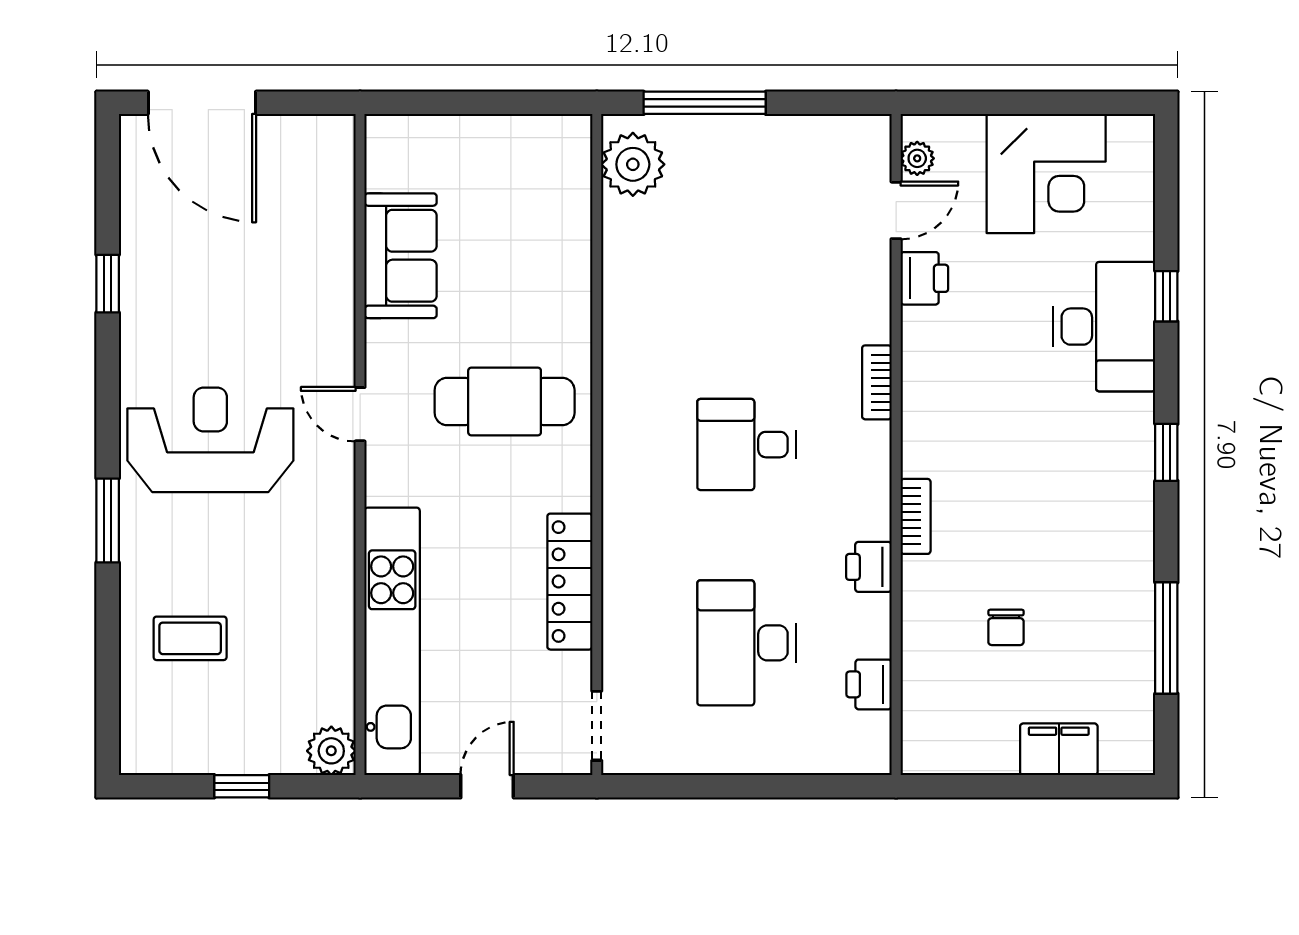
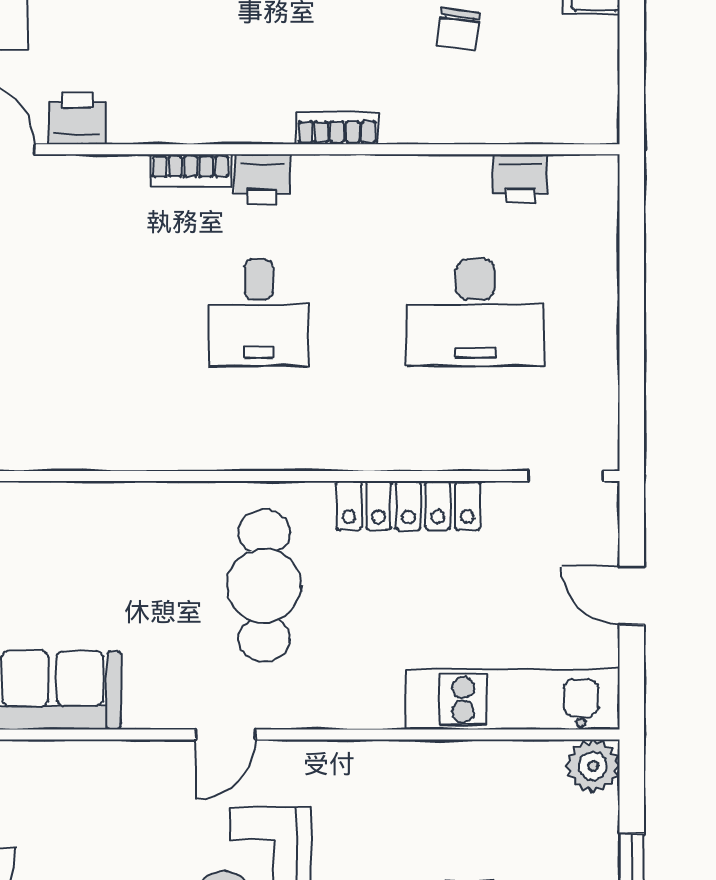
cafe table: (505, 401) -> (264, 586), moved
printer: (869, 567) -> (262, 179), moved
chair: (1006, 627) -> (458, 29), turned 97
kitchen unit: (392, 641) -> (512, 700), width x0.73

